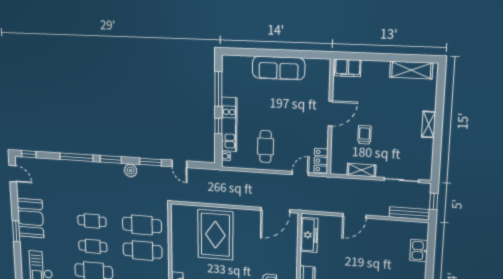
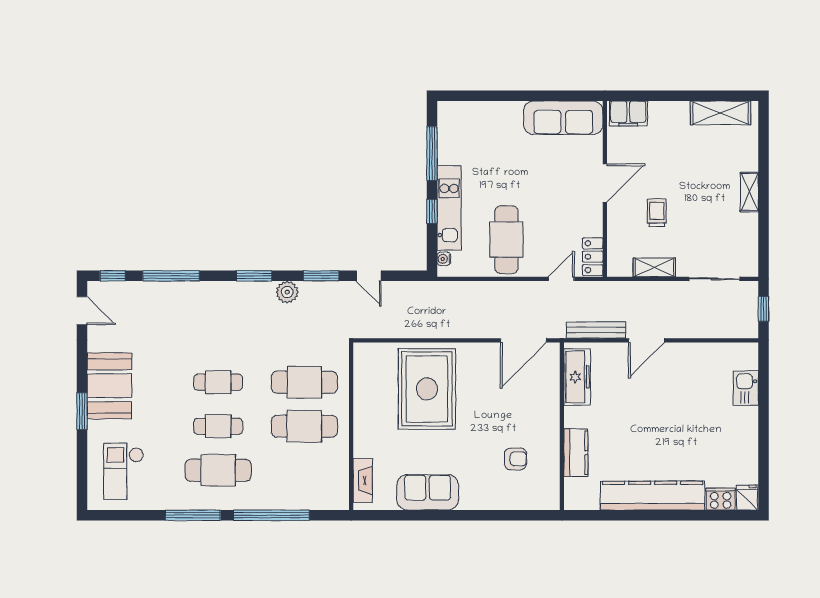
sofa: (279, 68) -> (563, 118), moved
cafe table: (265, 147) -> (506, 240), width x1.37, depth x1.35
window: (76, 157) -> (171, 276), moved
bench: (409, 213) -> (596, 330), moved

